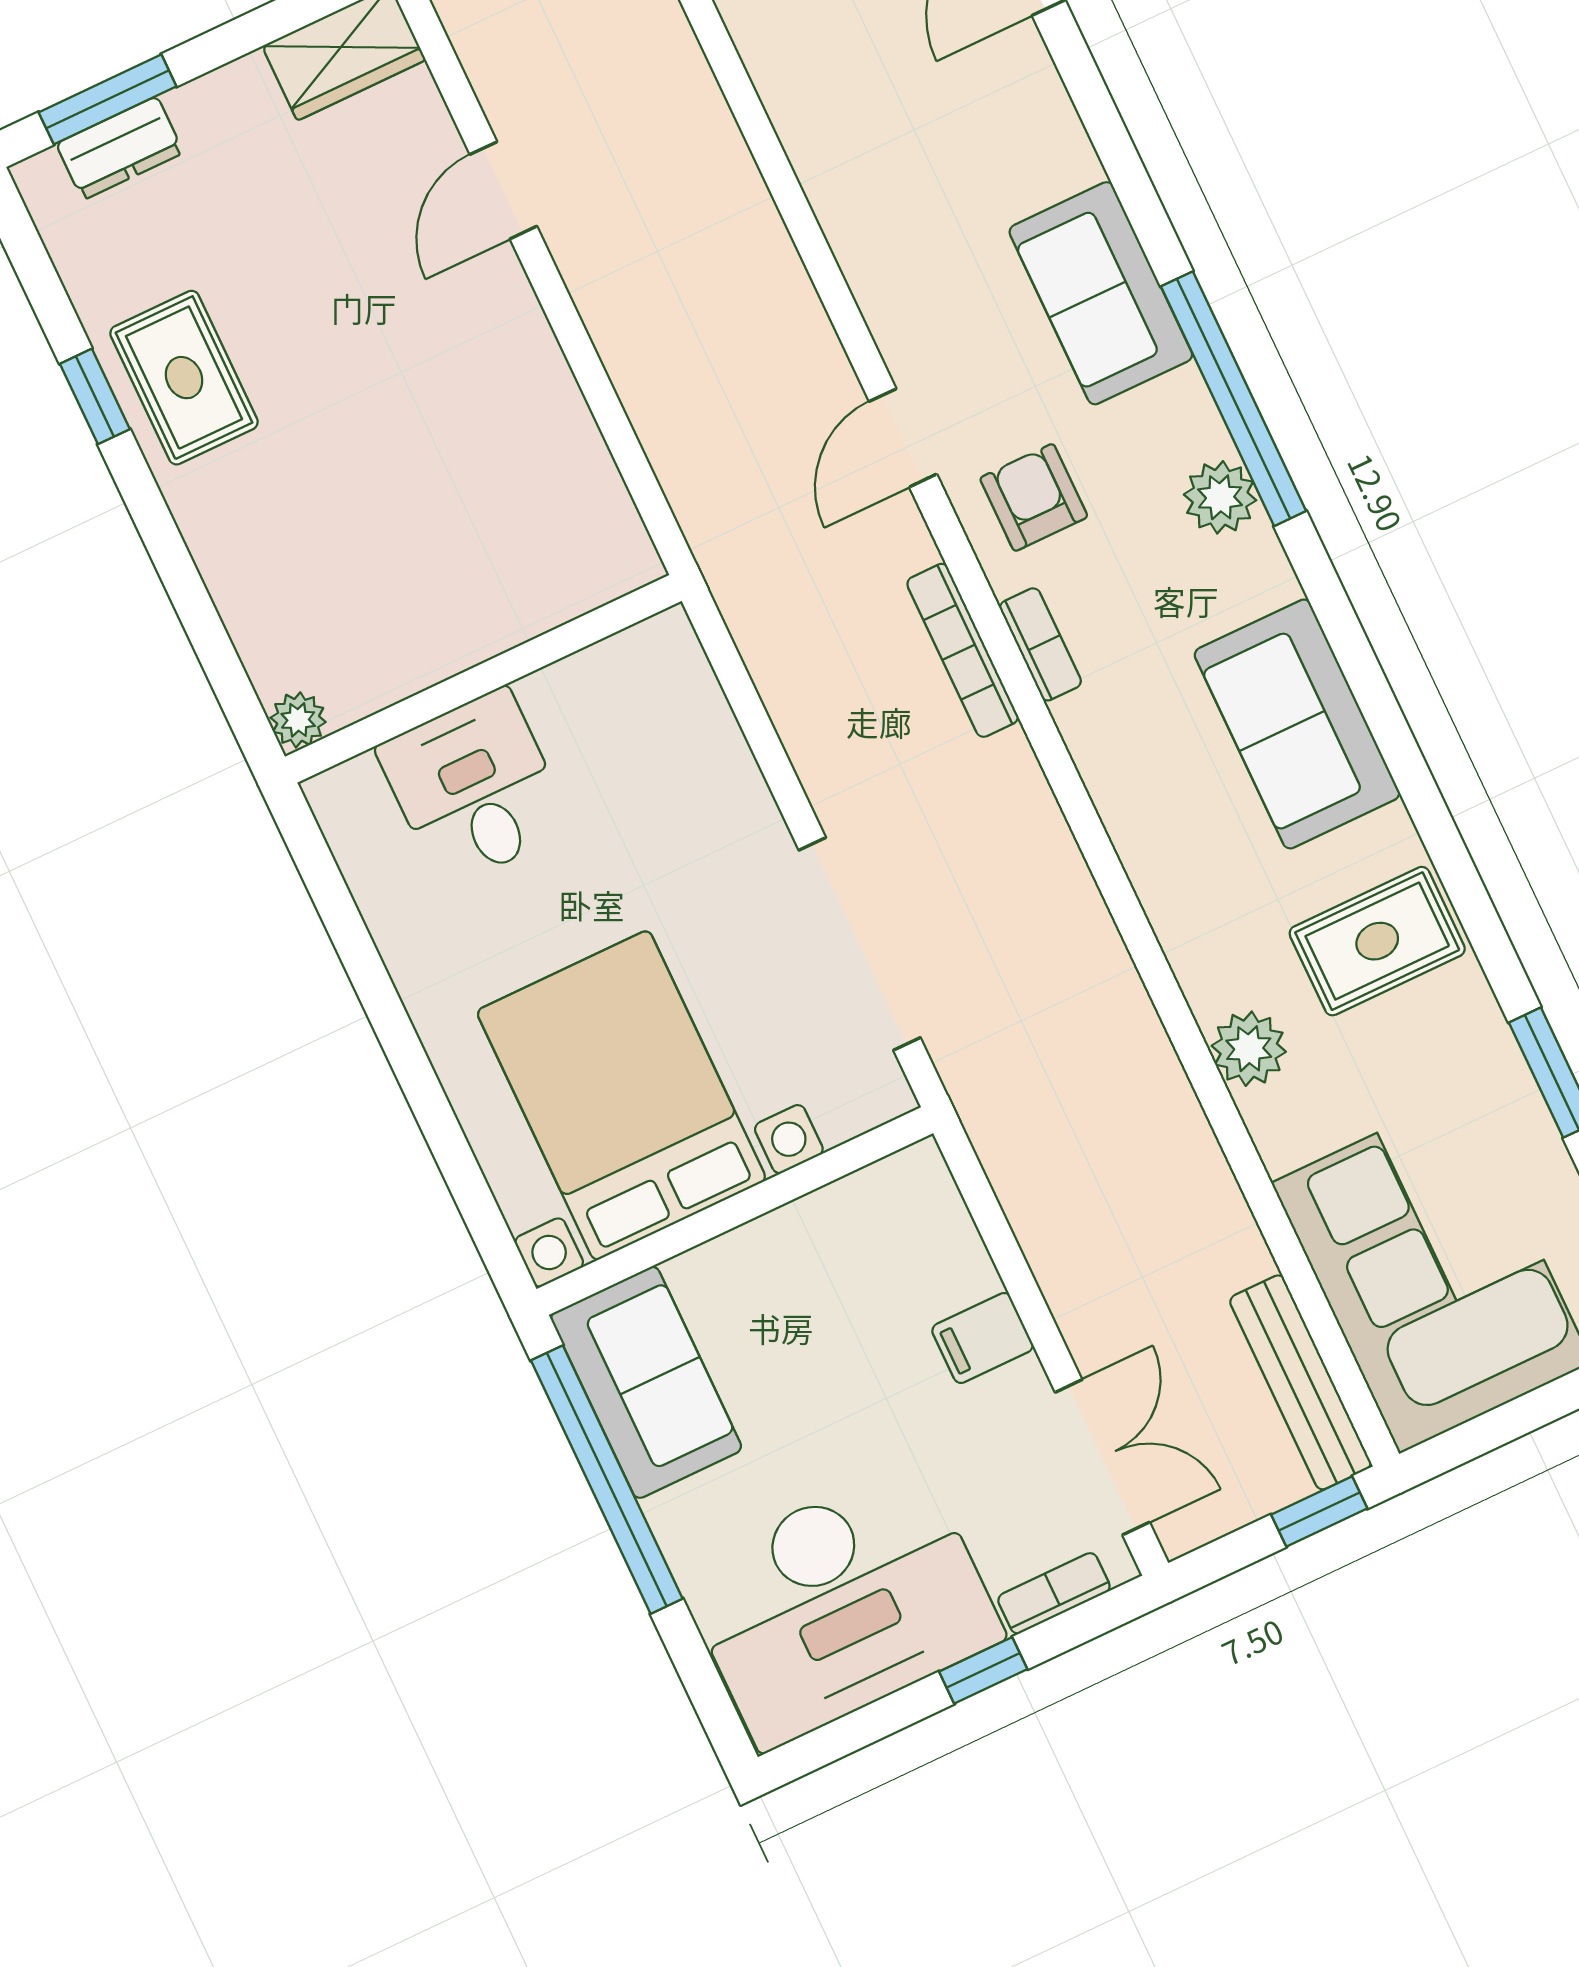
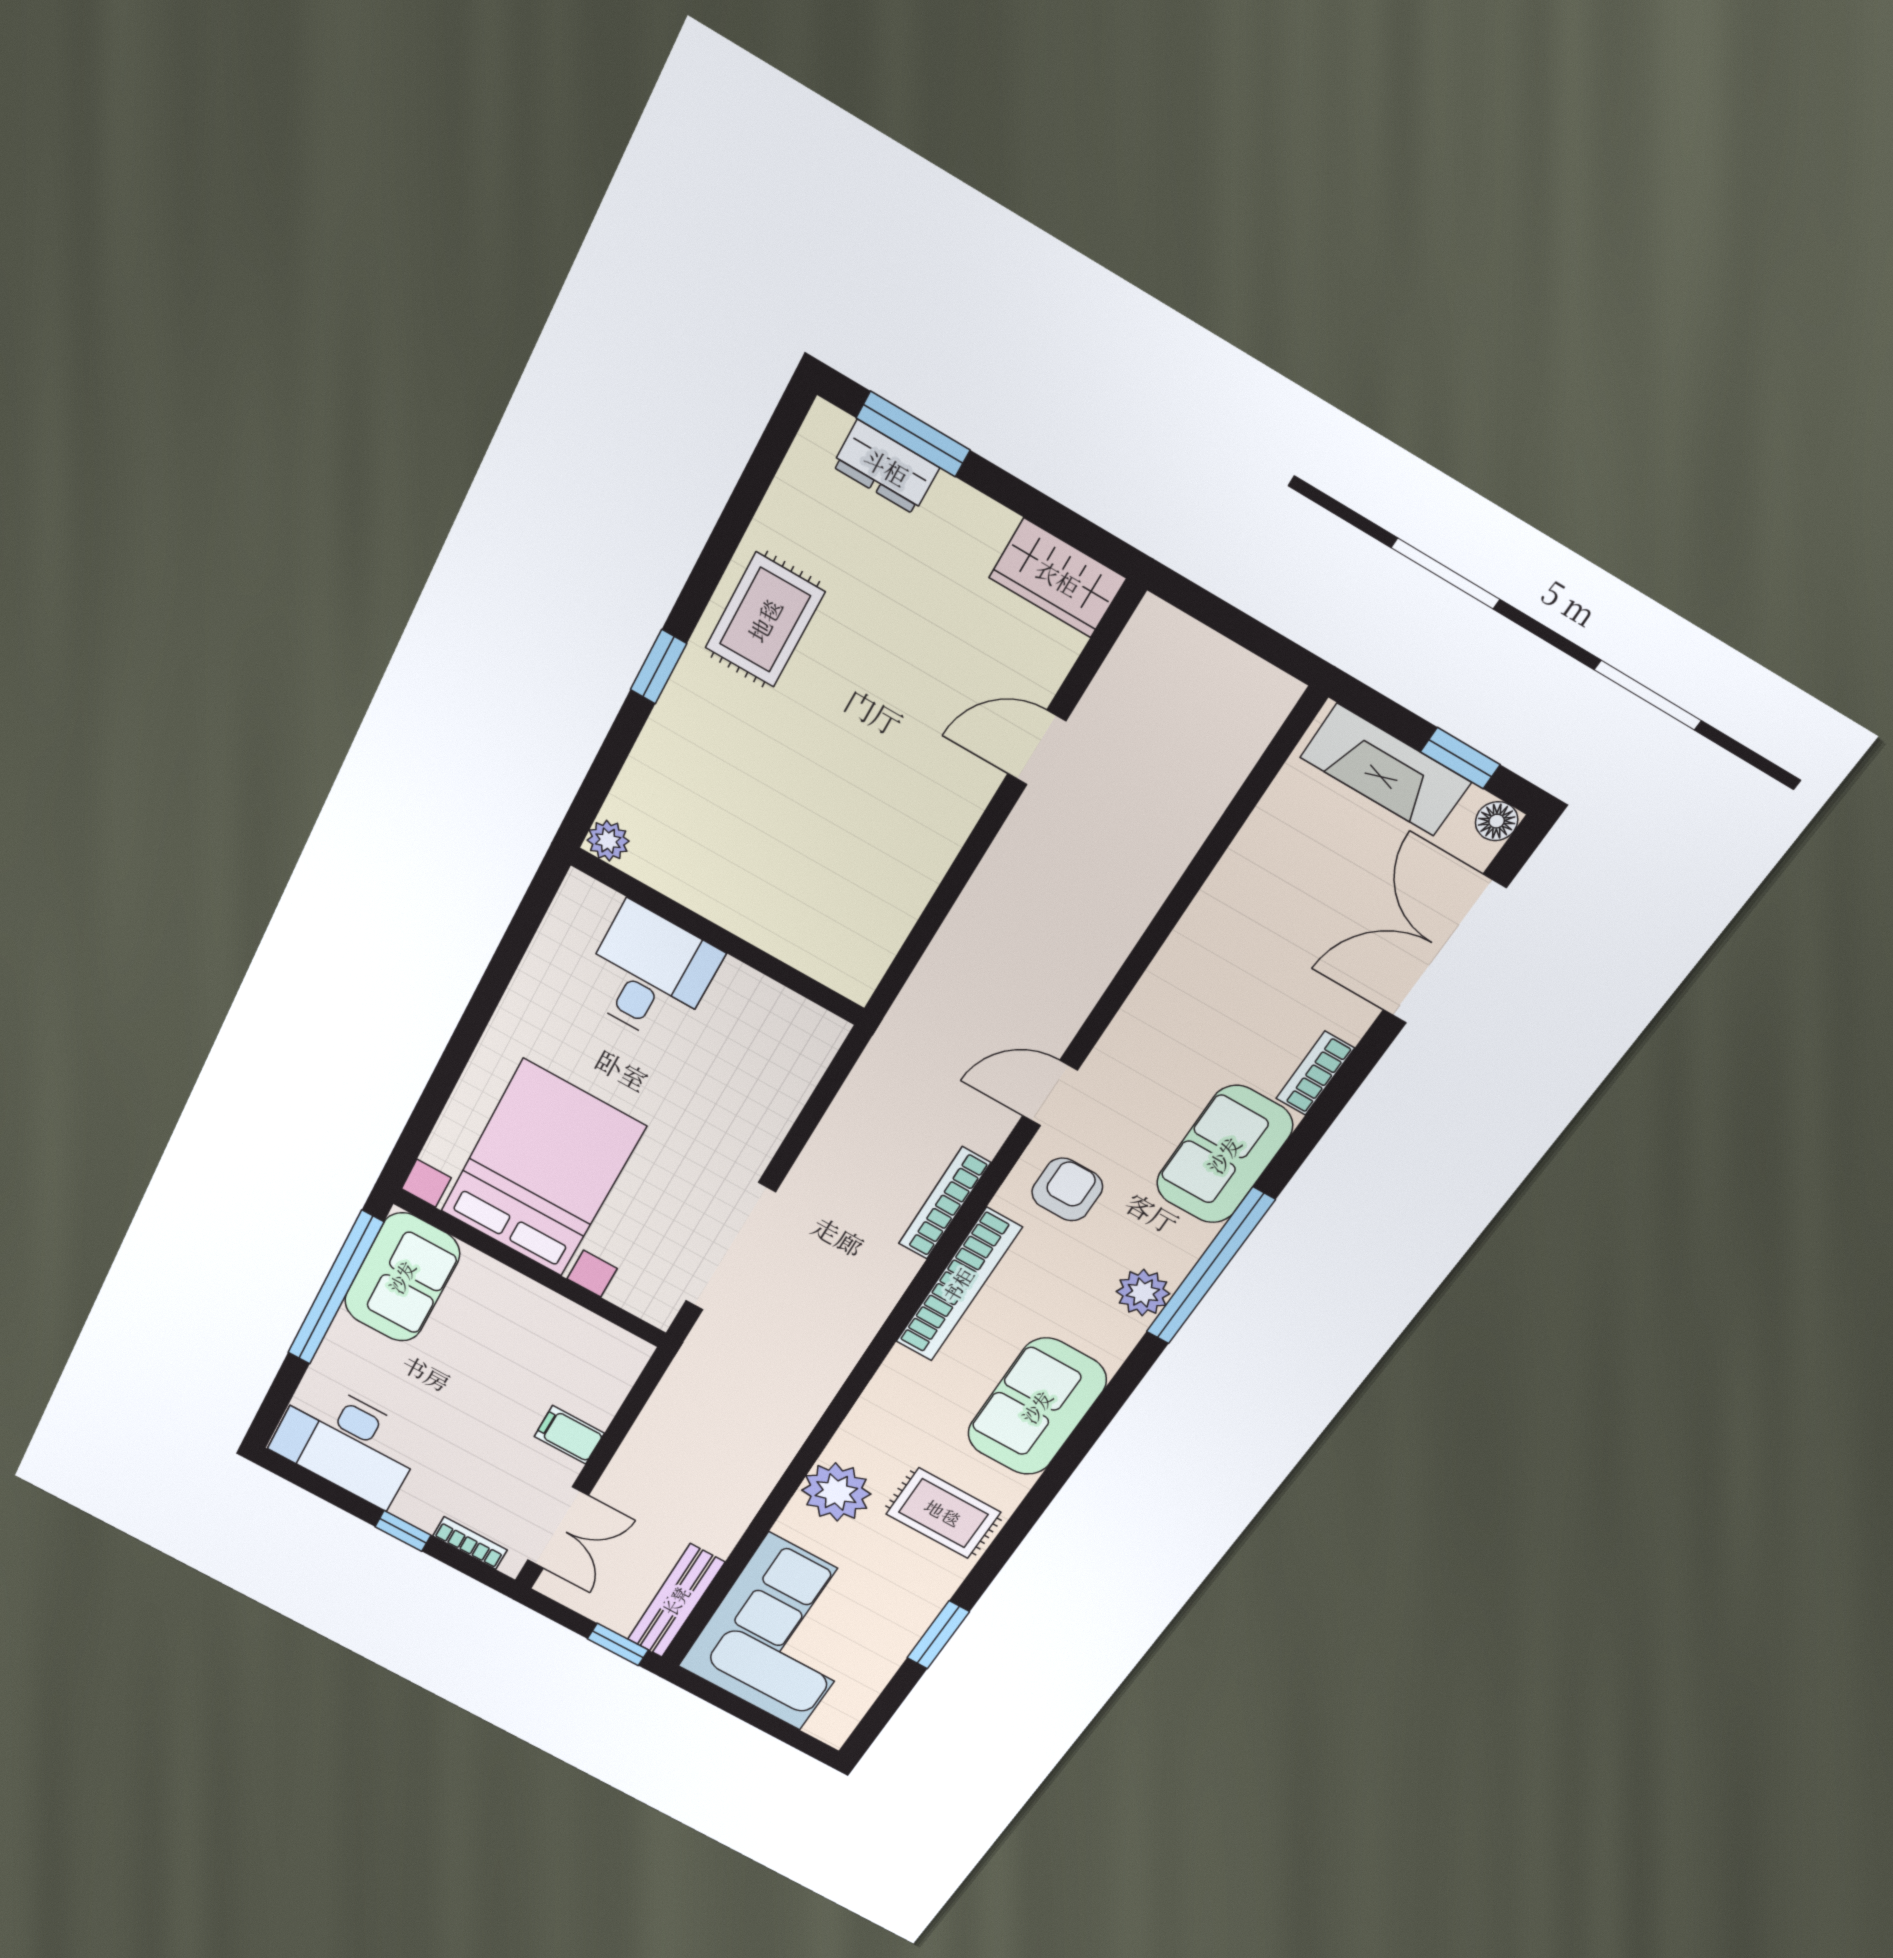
bookcase: (1063, 133) -> (1315, 1073), added
window: (95, 396) -> (658, 667), moved
bookcase: (1040, 644) -> (958, 1285), width x2.31, depth x1.31
plant: (1249, 1049) -> (836, 1492), width x1.36, depth x1.36
desk: (841, 1604) -> (347, 1443), width x0.73, depth x0.77

